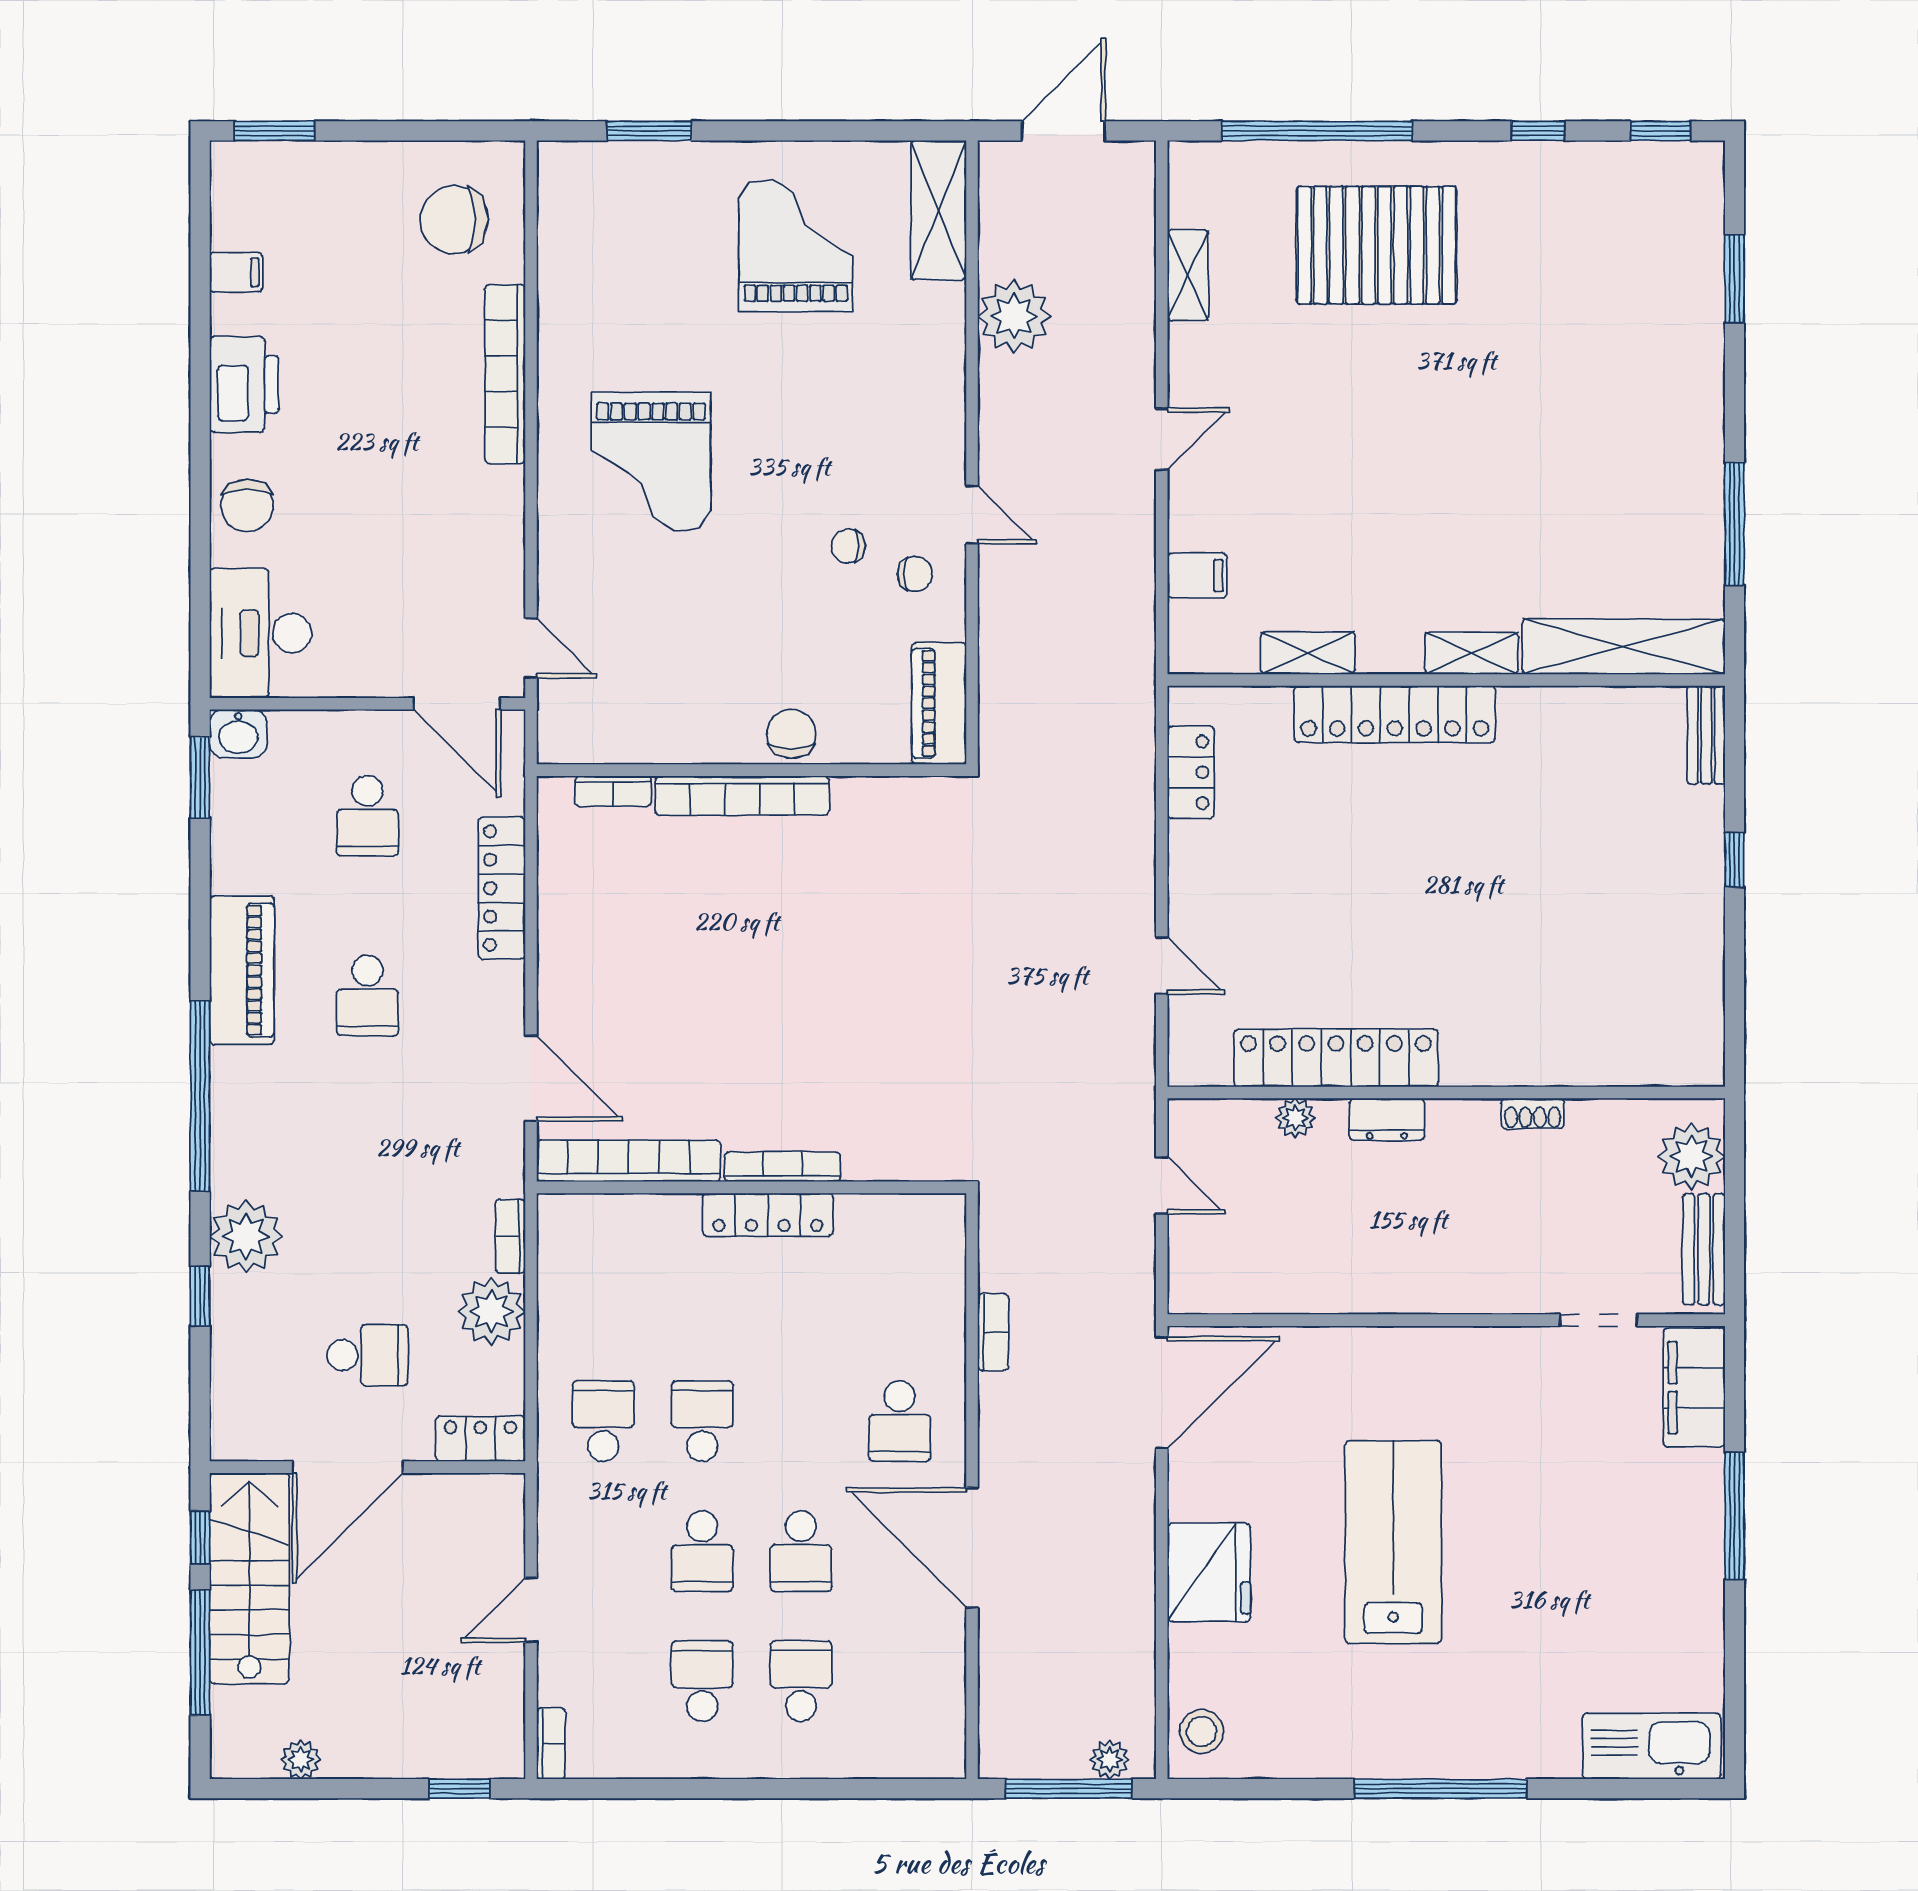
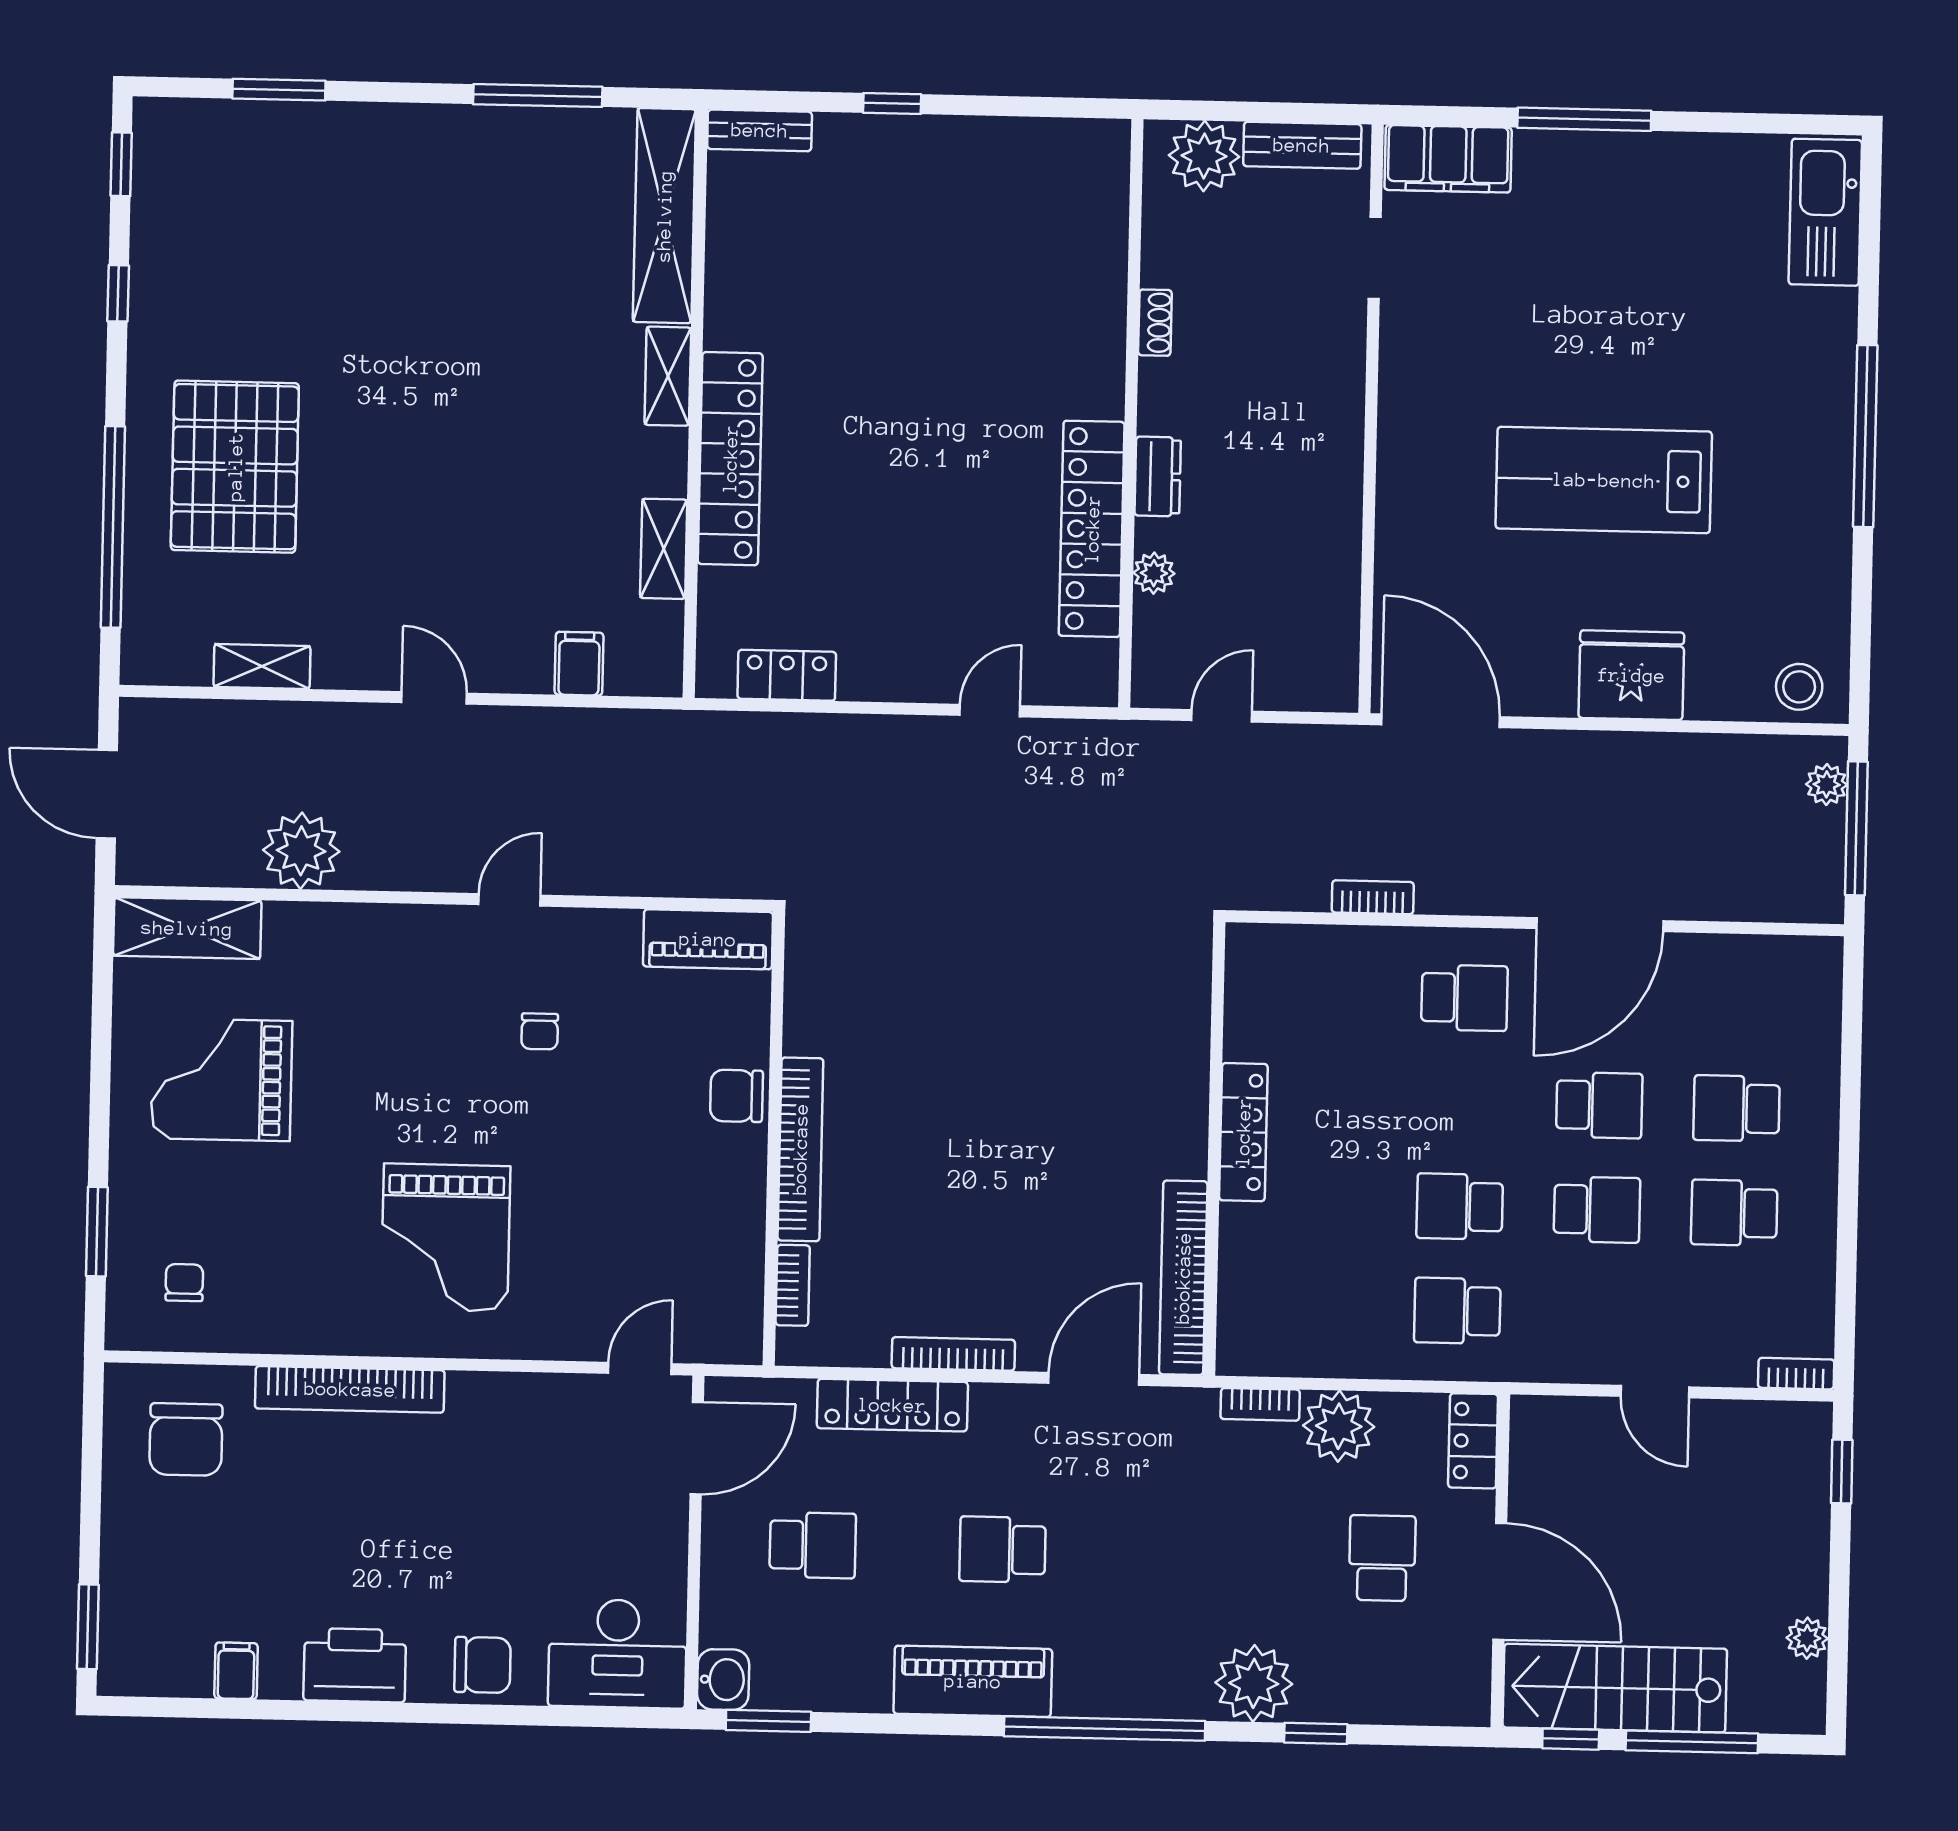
grand piano: (651, 461) -> (446, 1238), turned 90
chair: (915, 574) -> (184, 1283), moved
school desk: (367, 996) -> (1003, 1549), turned 180
bookcase: (782, 1167) -> (953, 1354), moved, turned 90

